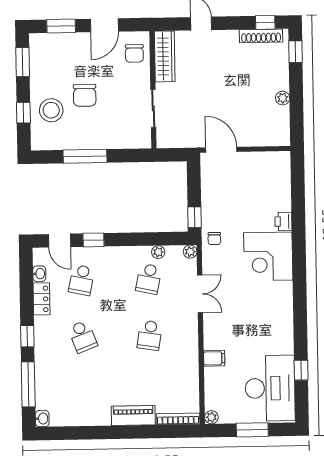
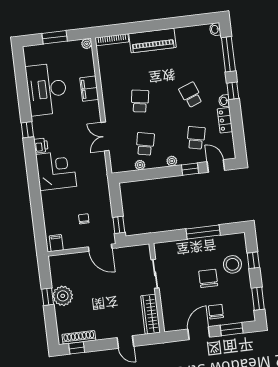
window: (296, 52) -> (48, 297), moved
chair: (134, 53) -> (216, 312), moved
plant: (283, 98) -> (63, 296), width x1.88, depth x1.88
filing cabinet: (278, 162) -> (56, 243), added
window: (195, 217) -> (119, 225), moved
printer: (283, 221) -> (41, 146), moved
chair: (214, 239) -> (84, 219), moved
plant: (190, 252) -> (172, 161), moved
washbasin: (39, 274) -> (224, 101), moved
filing cabinet: (214, 358) -> (89, 89), width x2.00
window: (301, 370) -> (27, 130), moved
desk: (270, 388) -> (47, 89), moved
piano: (133, 416) -> (153, 41), width x1.37, depth x1.33

